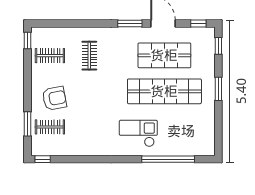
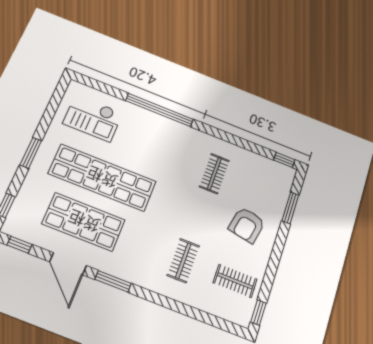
armchair: (54, 98) -> (247, 225), turned -68
clothes rail: (50, 127) -> (214, 174), moved, turned 90
checkout: (138, 133) -> (93, 118), moved
window: (168, 159) -> (160, 110), moved

